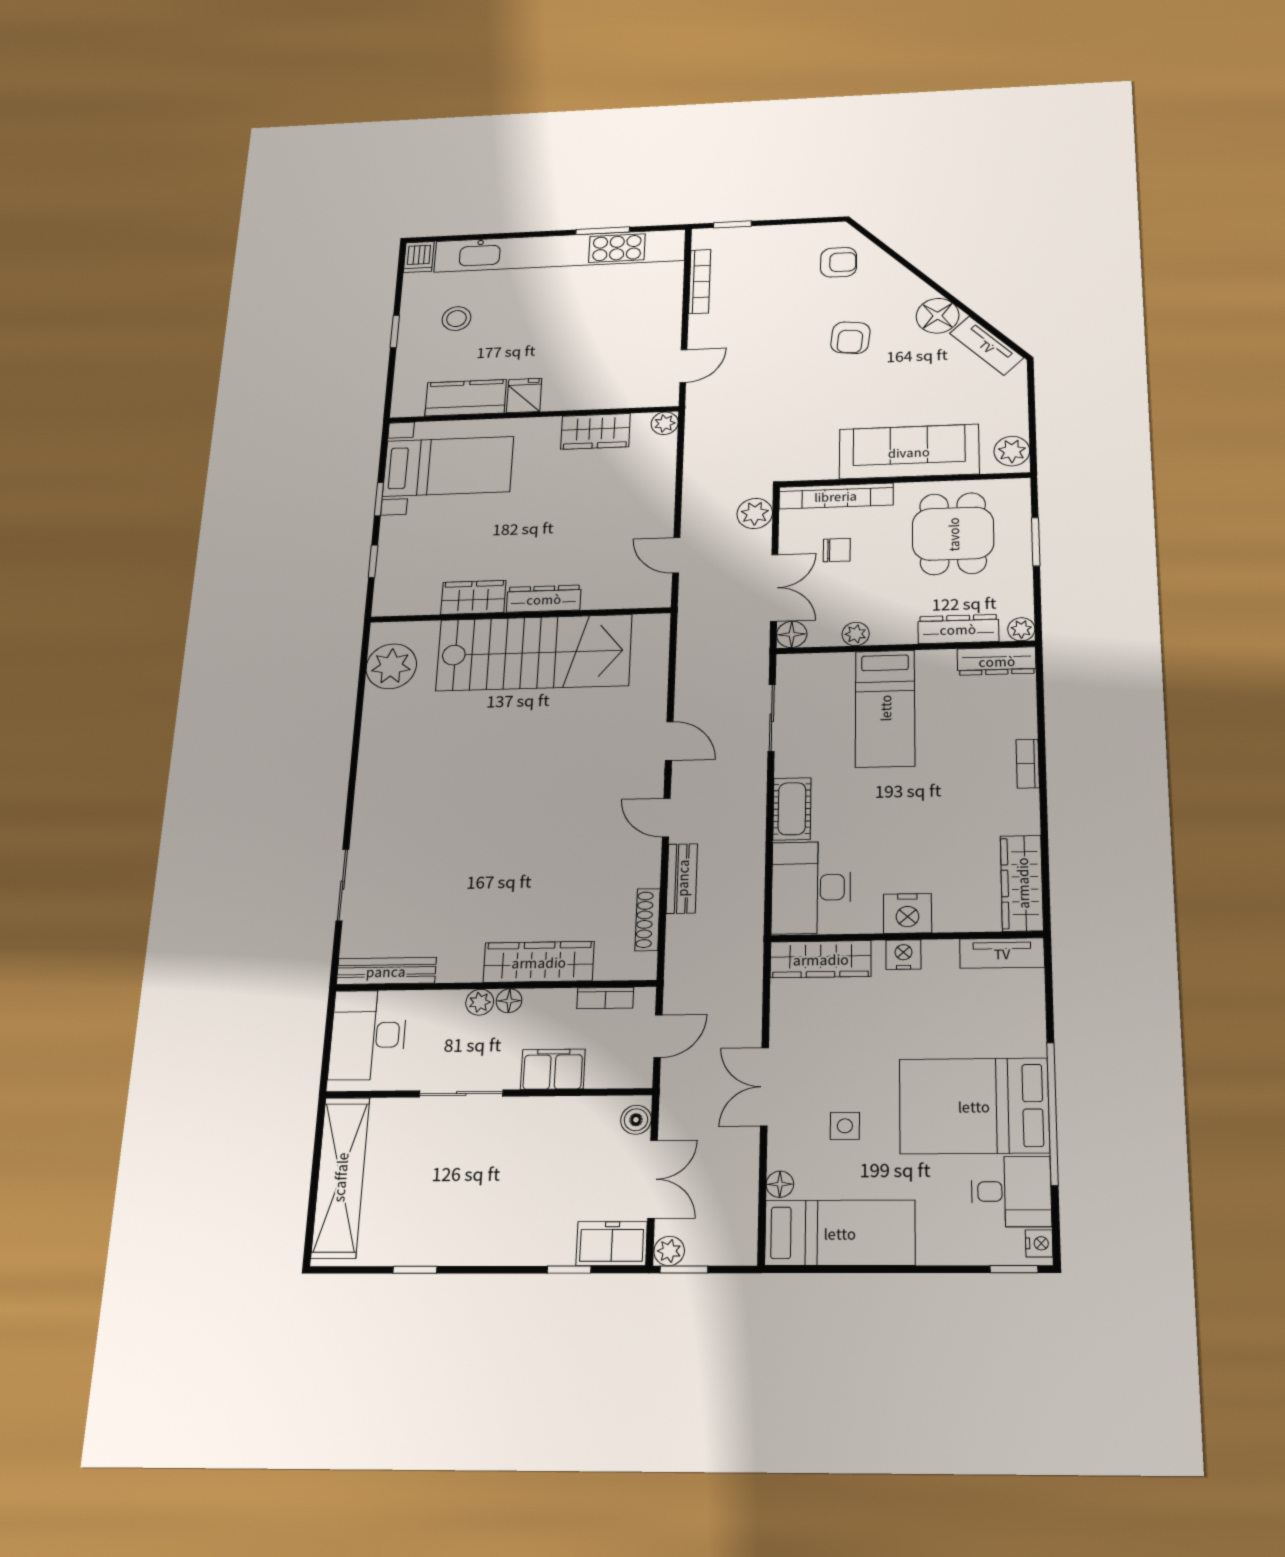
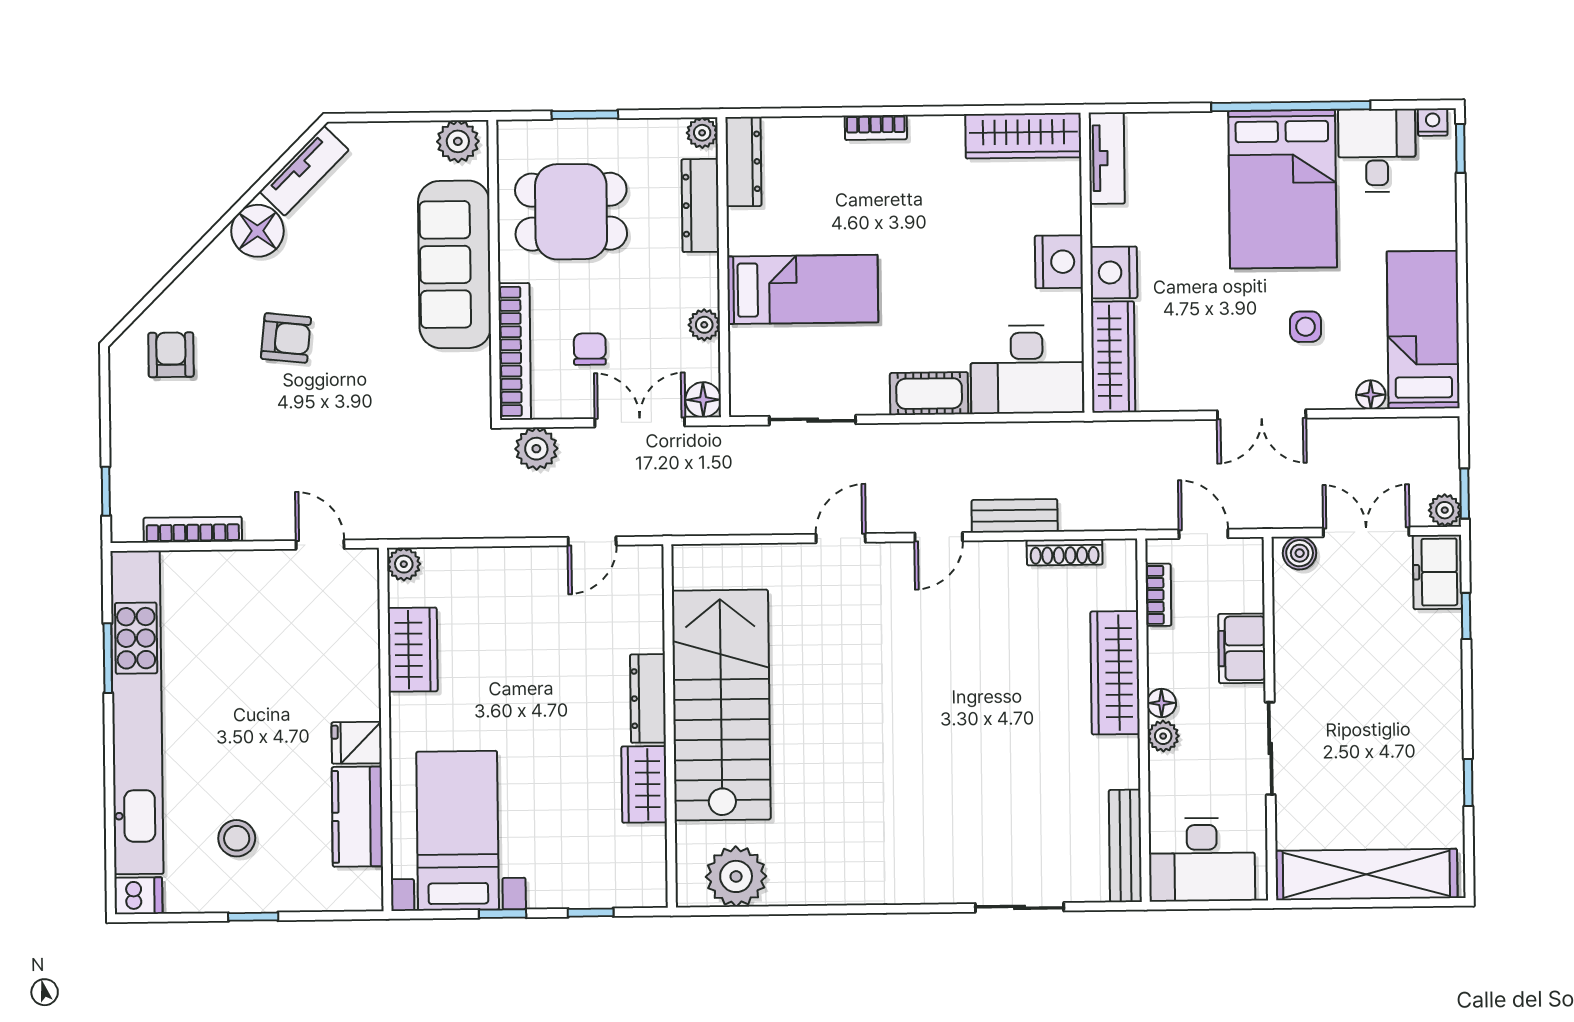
nightstand: (903, 955) -> (1114, 272), width x1.36, depth x1.33

